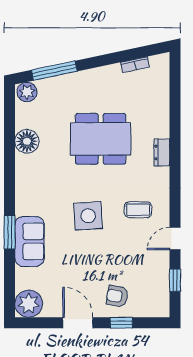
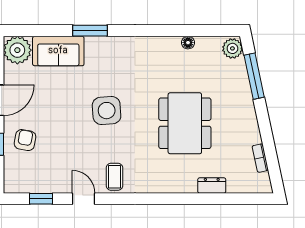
floor lamp: (27, 141) -> (188, 43), width x0.53, depth x0.53
dresser: (162, 152) -> (212, 185), moved
coffee table: (138, 210) -> (114, 177), moved
sofa: (30, 241) -> (58, 51), moved

